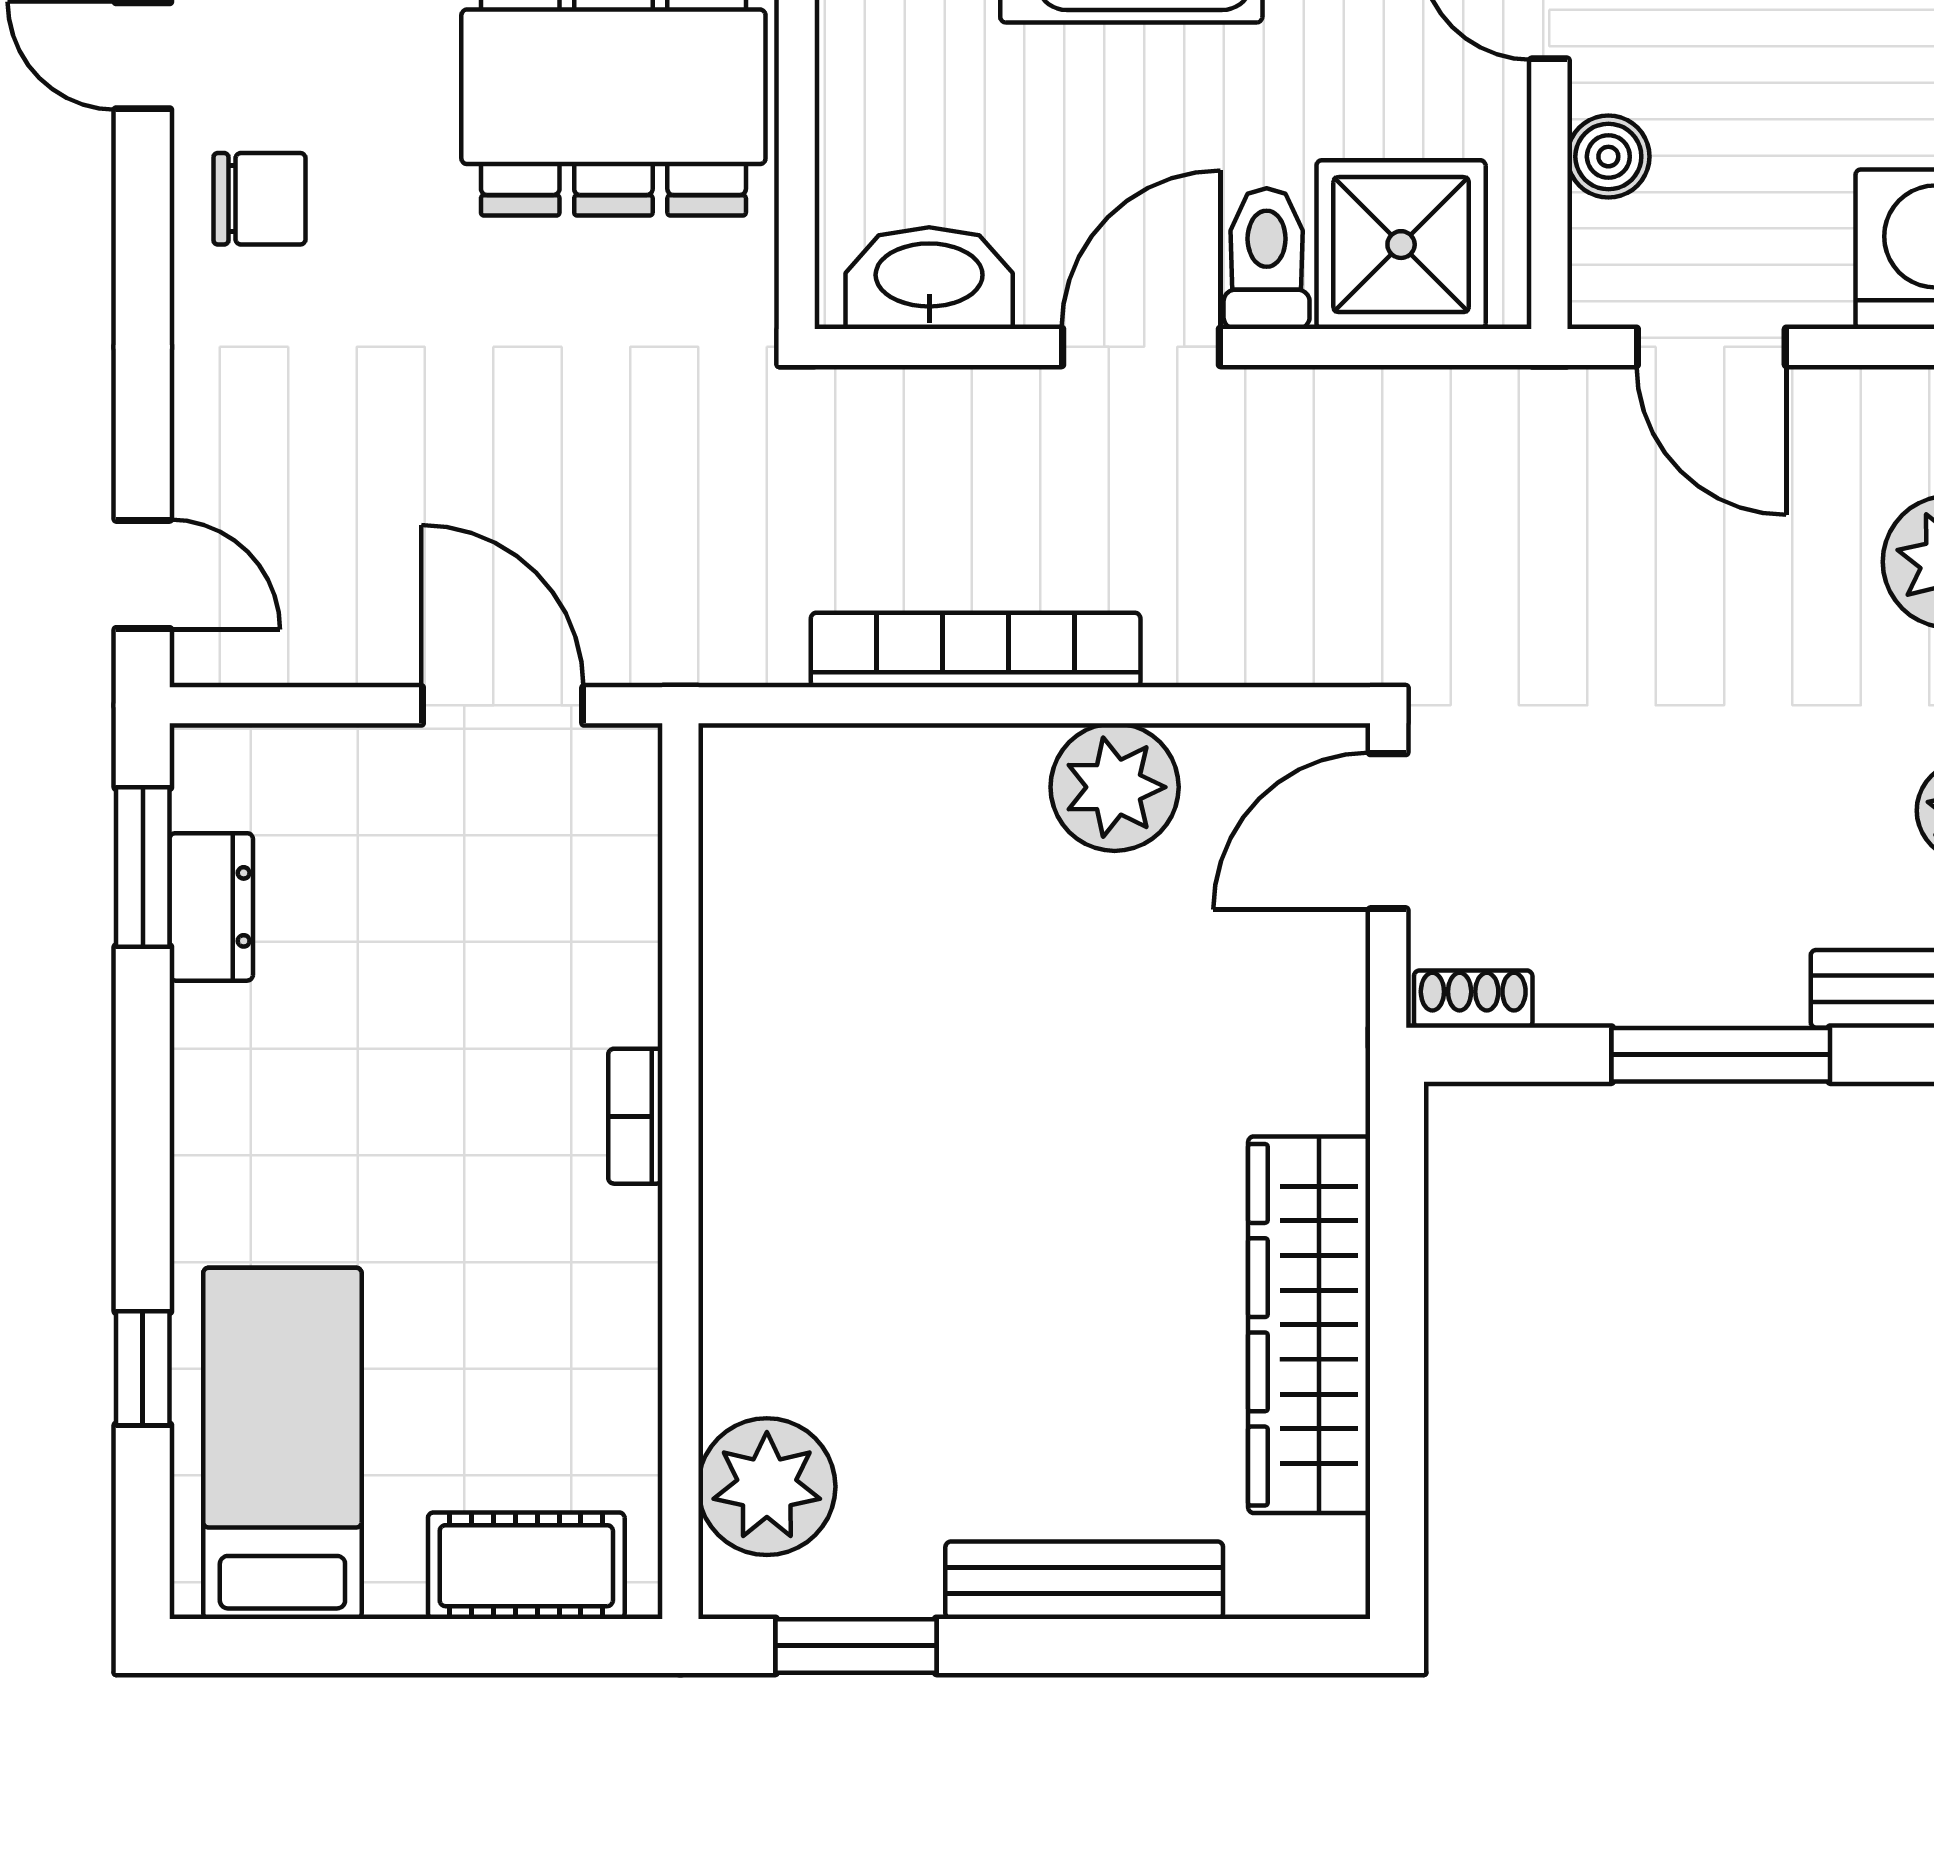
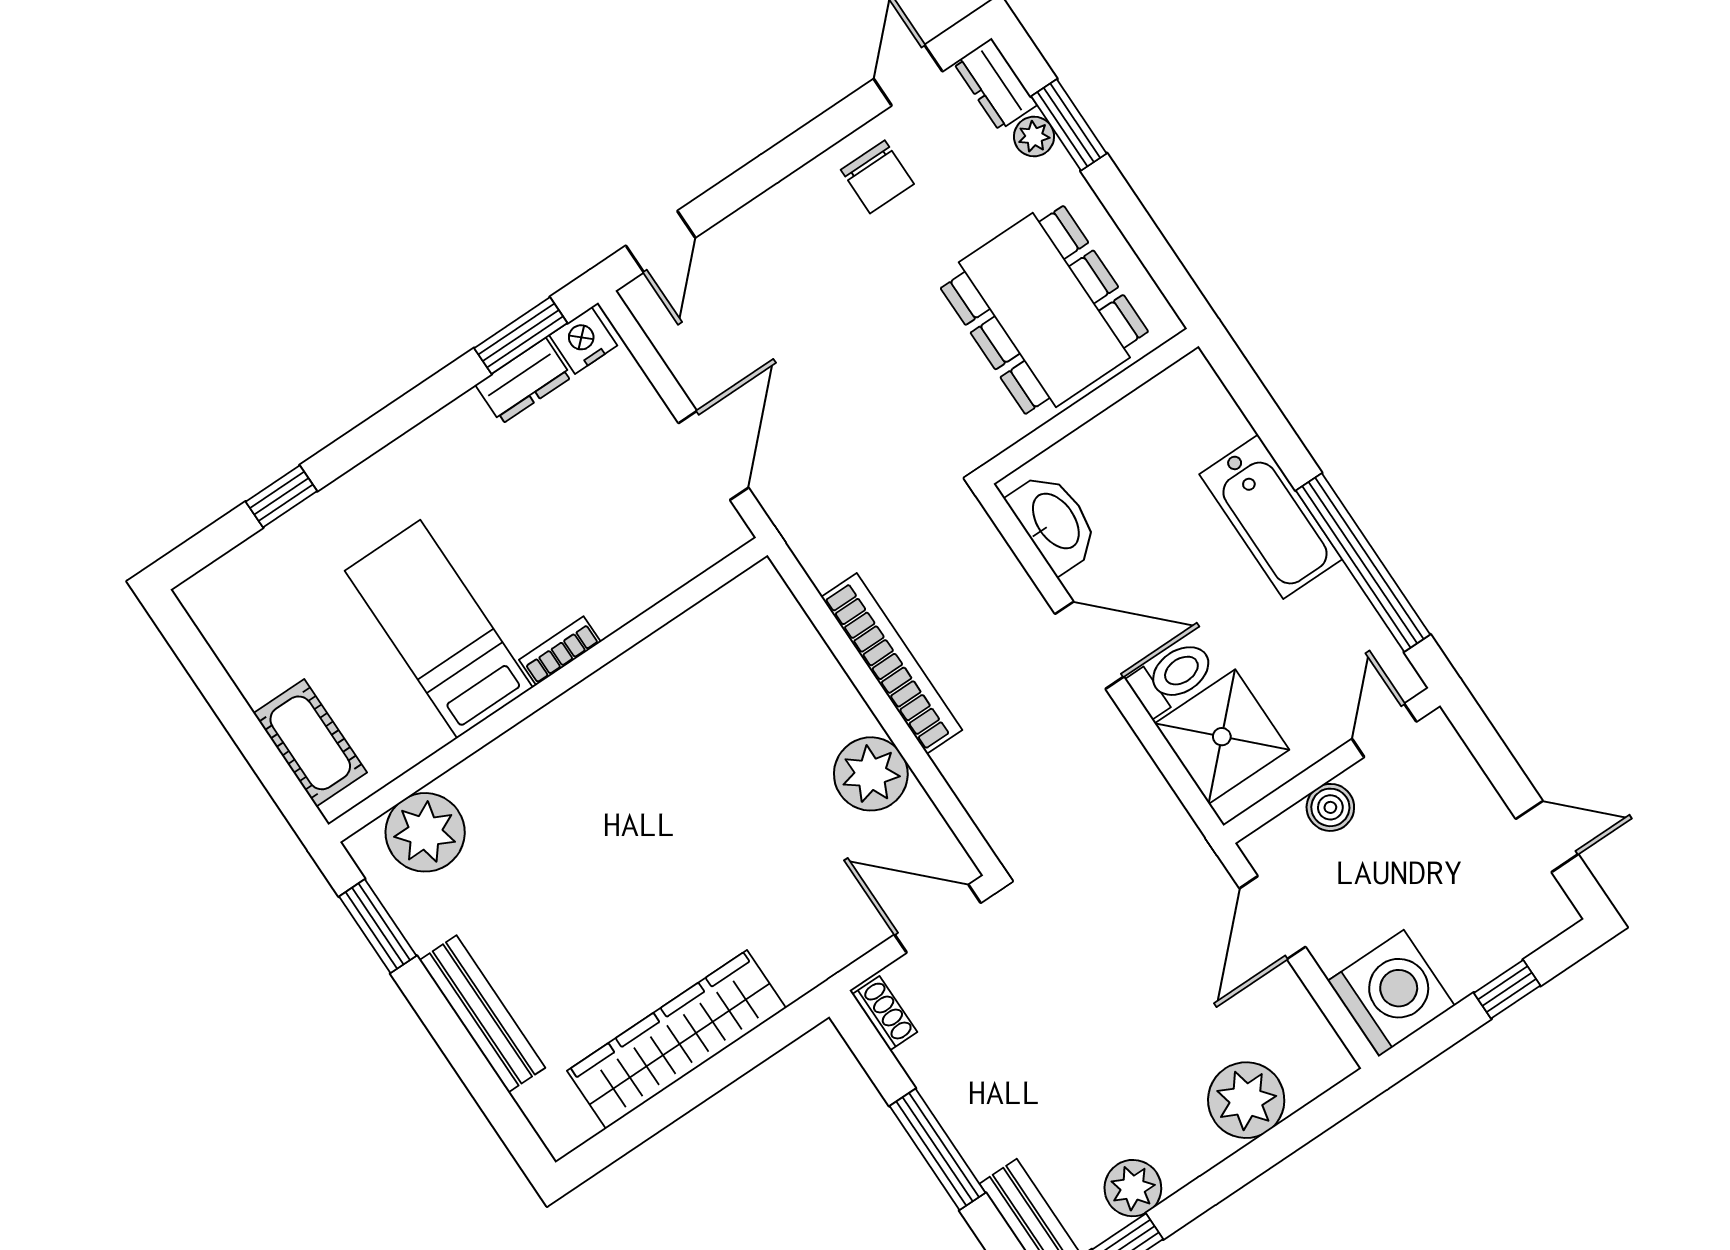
nightstand: (210, 782) -> (583, 340), added
bed: (282, 1443) -> (439, 629), moved, turned -90

